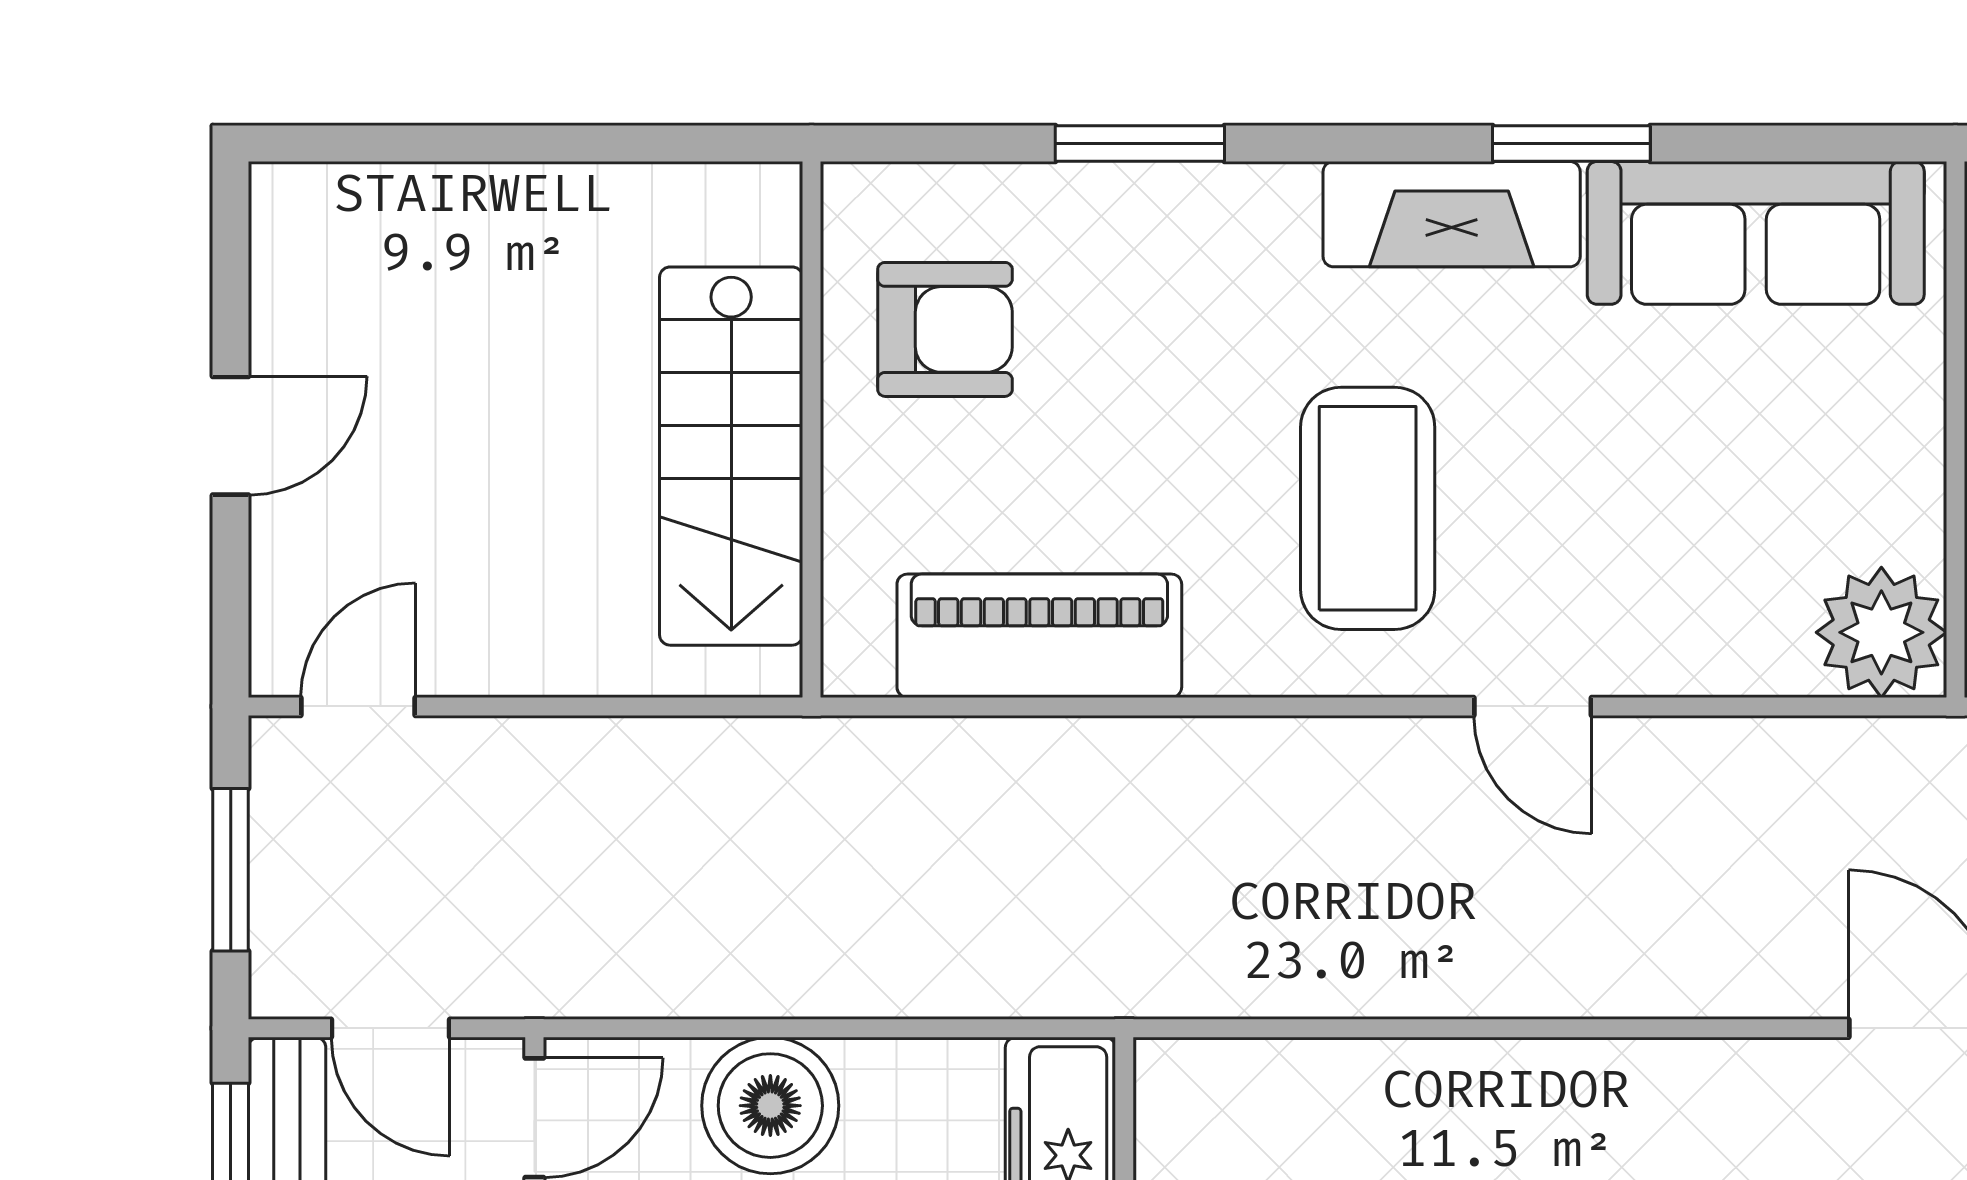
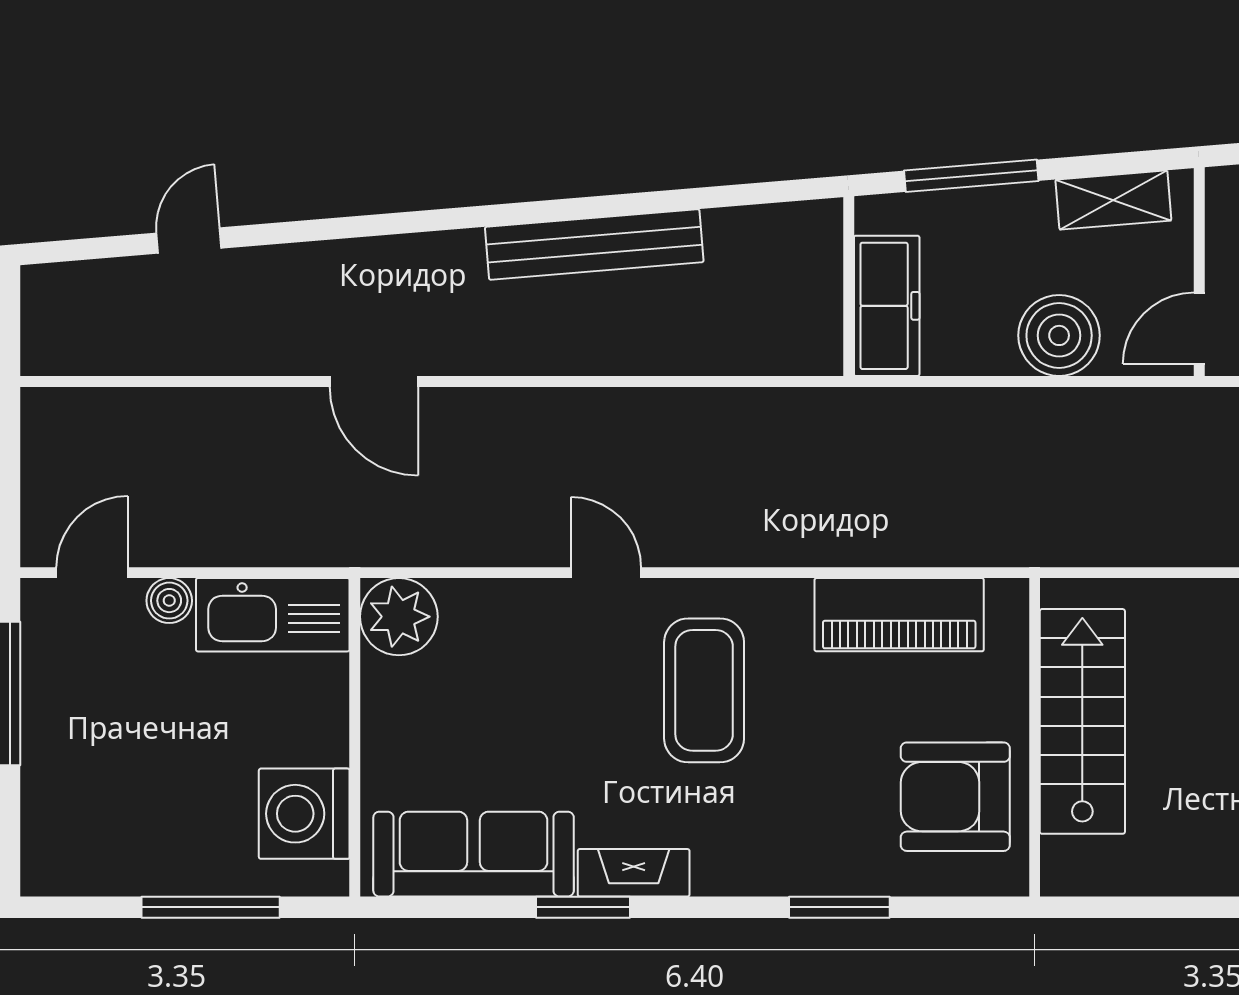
fireplace: (1452, 214) -> (634, 873), width x0.73, depth x0.76
armchair: (945, 329) -> (955, 797), width x1.36, depth x1.36

